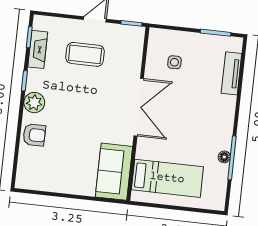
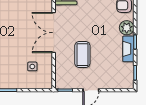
fireplace: (38, 49) -> (128, 49), moved
coffee table: (85, 54) -> (82, 55), moved, turned 90

